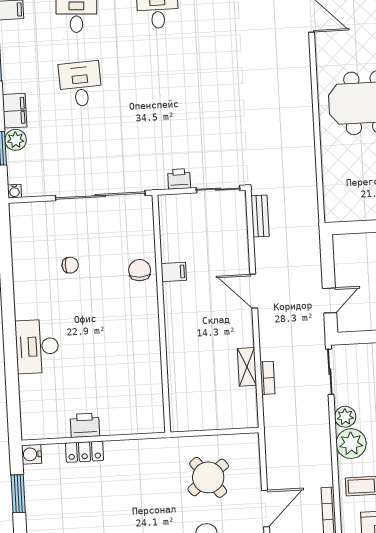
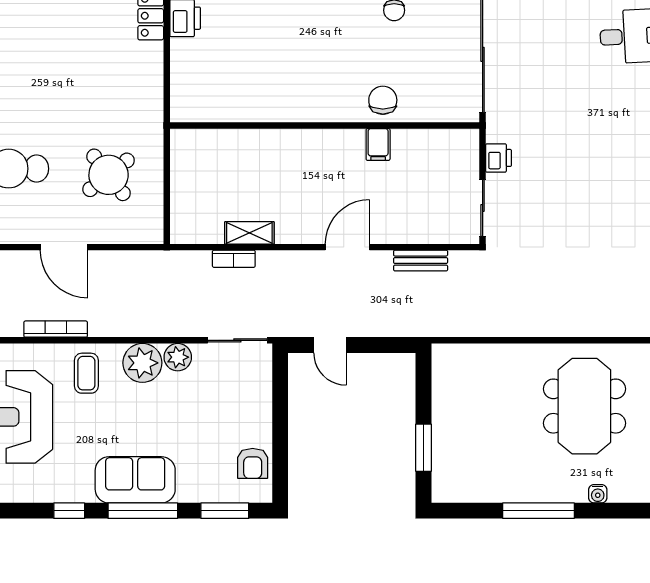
bench: (260, 216) -> (421, 261), moved
chair: (140, 270) -> (383, 100), turned -90

